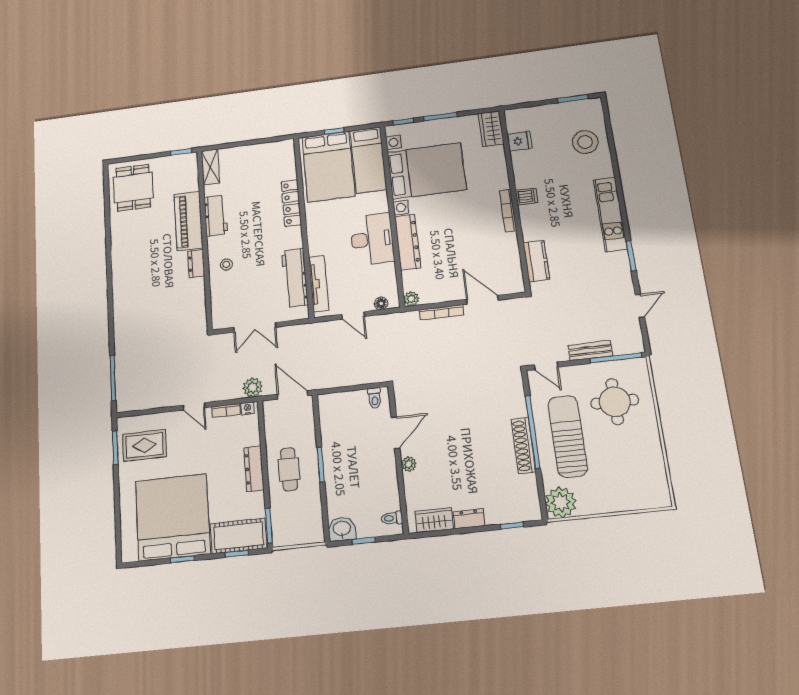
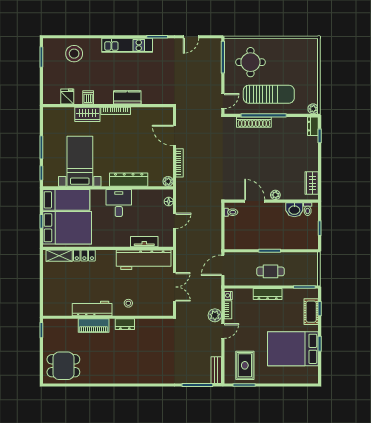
wardrobe: (491, 129) -> (87, 114), moved
shelving: (210, 167) -> (59, 256), moved
bed with nightstands: (427, 171) -> (80, 161), width x0.73
dishwasher: (527, 197) -> (88, 97), moved
locker: (291, 203) -> (84, 256), width x0.66
workbench: (216, 215) -> (92, 308), width x1.38
piano: (188, 221) -> (94, 326), width x0.73, depth x0.75
desk: (372, 239) -> (119, 203), width x0.73
kitchen counter: (536, 261) -> (127, 97), moved
workbench: (295, 278) -> (144, 260), width x1.36, depth x1.32
tv unit: (319, 284) -> (144, 242), width x0.71
door: (482, 300) -> (174, 135), hinge flipped
door: (640, 306) -> (191, 37), swing flipped
bench: (590, 351) -> (216, 370), moved
plant: (253, 387) -> (215, 315), moved
sun lounger: (568, 436) -> (269, 94), turned 180
shoe rack: (524, 446) -> (254, 122), moved
plant: (561, 502) -> (313, 109), width x0.53, depth x0.53
bed: (173, 517) -> (293, 349), width x0.73
dresser: (469, 519) -> (313, 126), moved
washbasin: (342, 529) -> (294, 210), moved, turned -90
cot: (239, 536) -> (311, 312), width x0.73, depth x0.75

